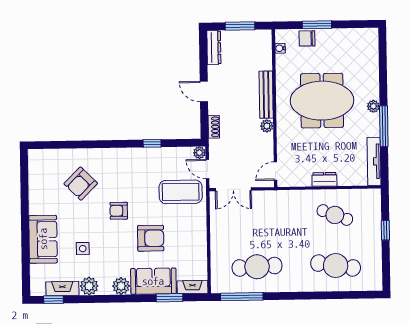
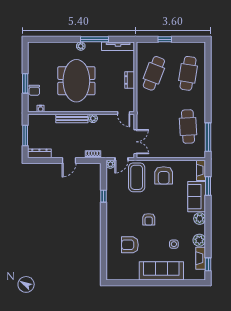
armchair: (81, 184) -> (130, 245), turned 135
cafe table: (335, 215) -> (154, 73), width x1.37, depth x1.35
armchair: (151, 238) -> (164, 175), moved, turned 180
sofa: (43, 239) -> (161, 271), width x1.36

